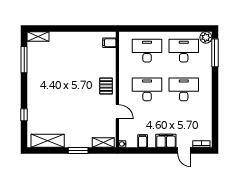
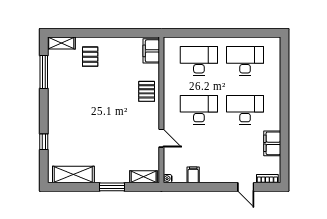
plant: (206, 37) -> (273, 44), removed
filing cabinet: (109, 43) -> (151, 51), width x2.00
pallet: (61, 47) -> (90, 57), added
window: (215, 53) -> (284, 64), removed
pallet: (106, 86) -> (147, 91), moved
filing cabinet: (166, 141) -> (272, 143), moved, turned -90

